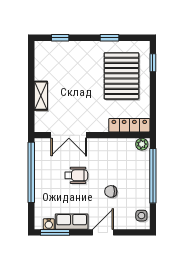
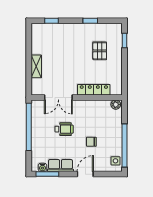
pallet: (121, 76) -> (100, 51), width x0.49, depth x0.50
locker: (129, 125) -> (94, 90), moved
window: (153, 176) -> (124, 146), moved

